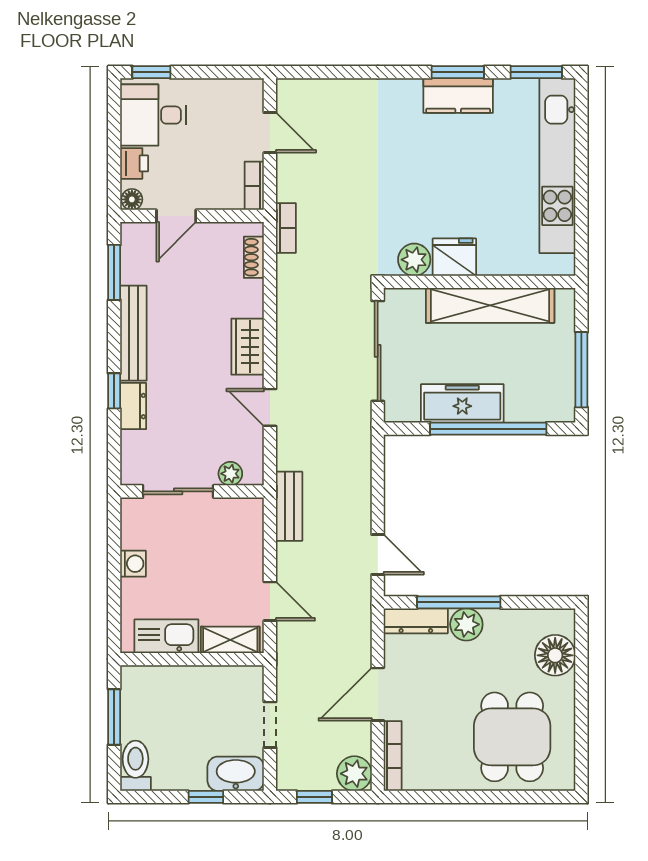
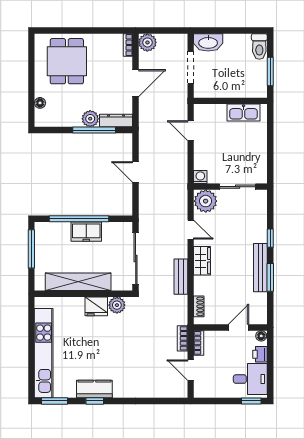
window: (458, 72) -> (95, 401), width x0.67
bookcase: (286, 228) -> (182, 338), moved
window: (114, 272) -> (270, 277), moved
freezer: (462, 403) -> (86, 232), width x0.71
dresser: (133, 406) -> (261, 230), removed
plant: (230, 474) -> (206, 201), width x1.88, depth x1.88
bench: (289, 506) -> (181, 277), moved
door: (378, 554) -> (136, 172), moved
washing machine: (133, 564) -> (200, 177), moved, turned 90
shelving: (230, 640) -> (211, 111), removed
floor lamp: (555, 655) -> (40, 103), width x0.53, depth x0.53
doorway: (270, 725) -> (191, 67), width x1.38
bookcase: (393, 756) -> (128, 45), width x0.64
window: (206, 797) -> (223, 31), removed
window: (314, 797) -> (168, 31), removed

